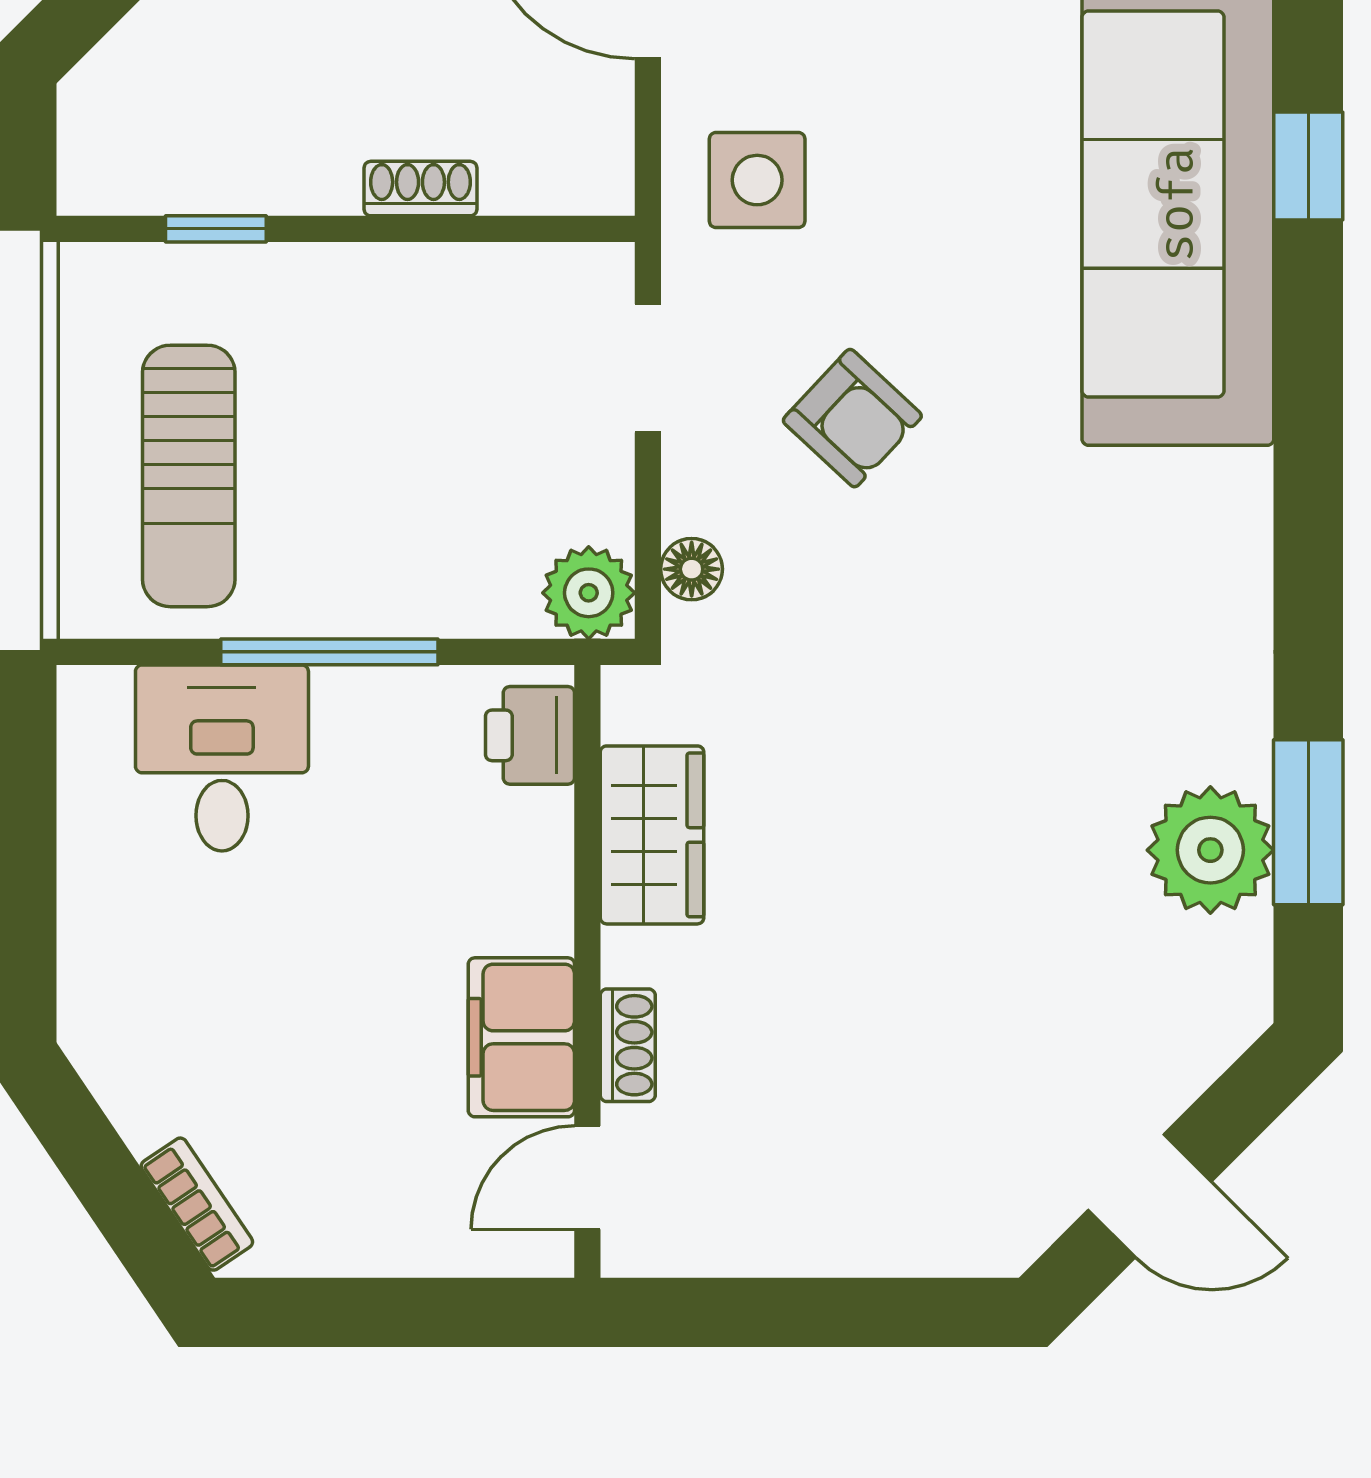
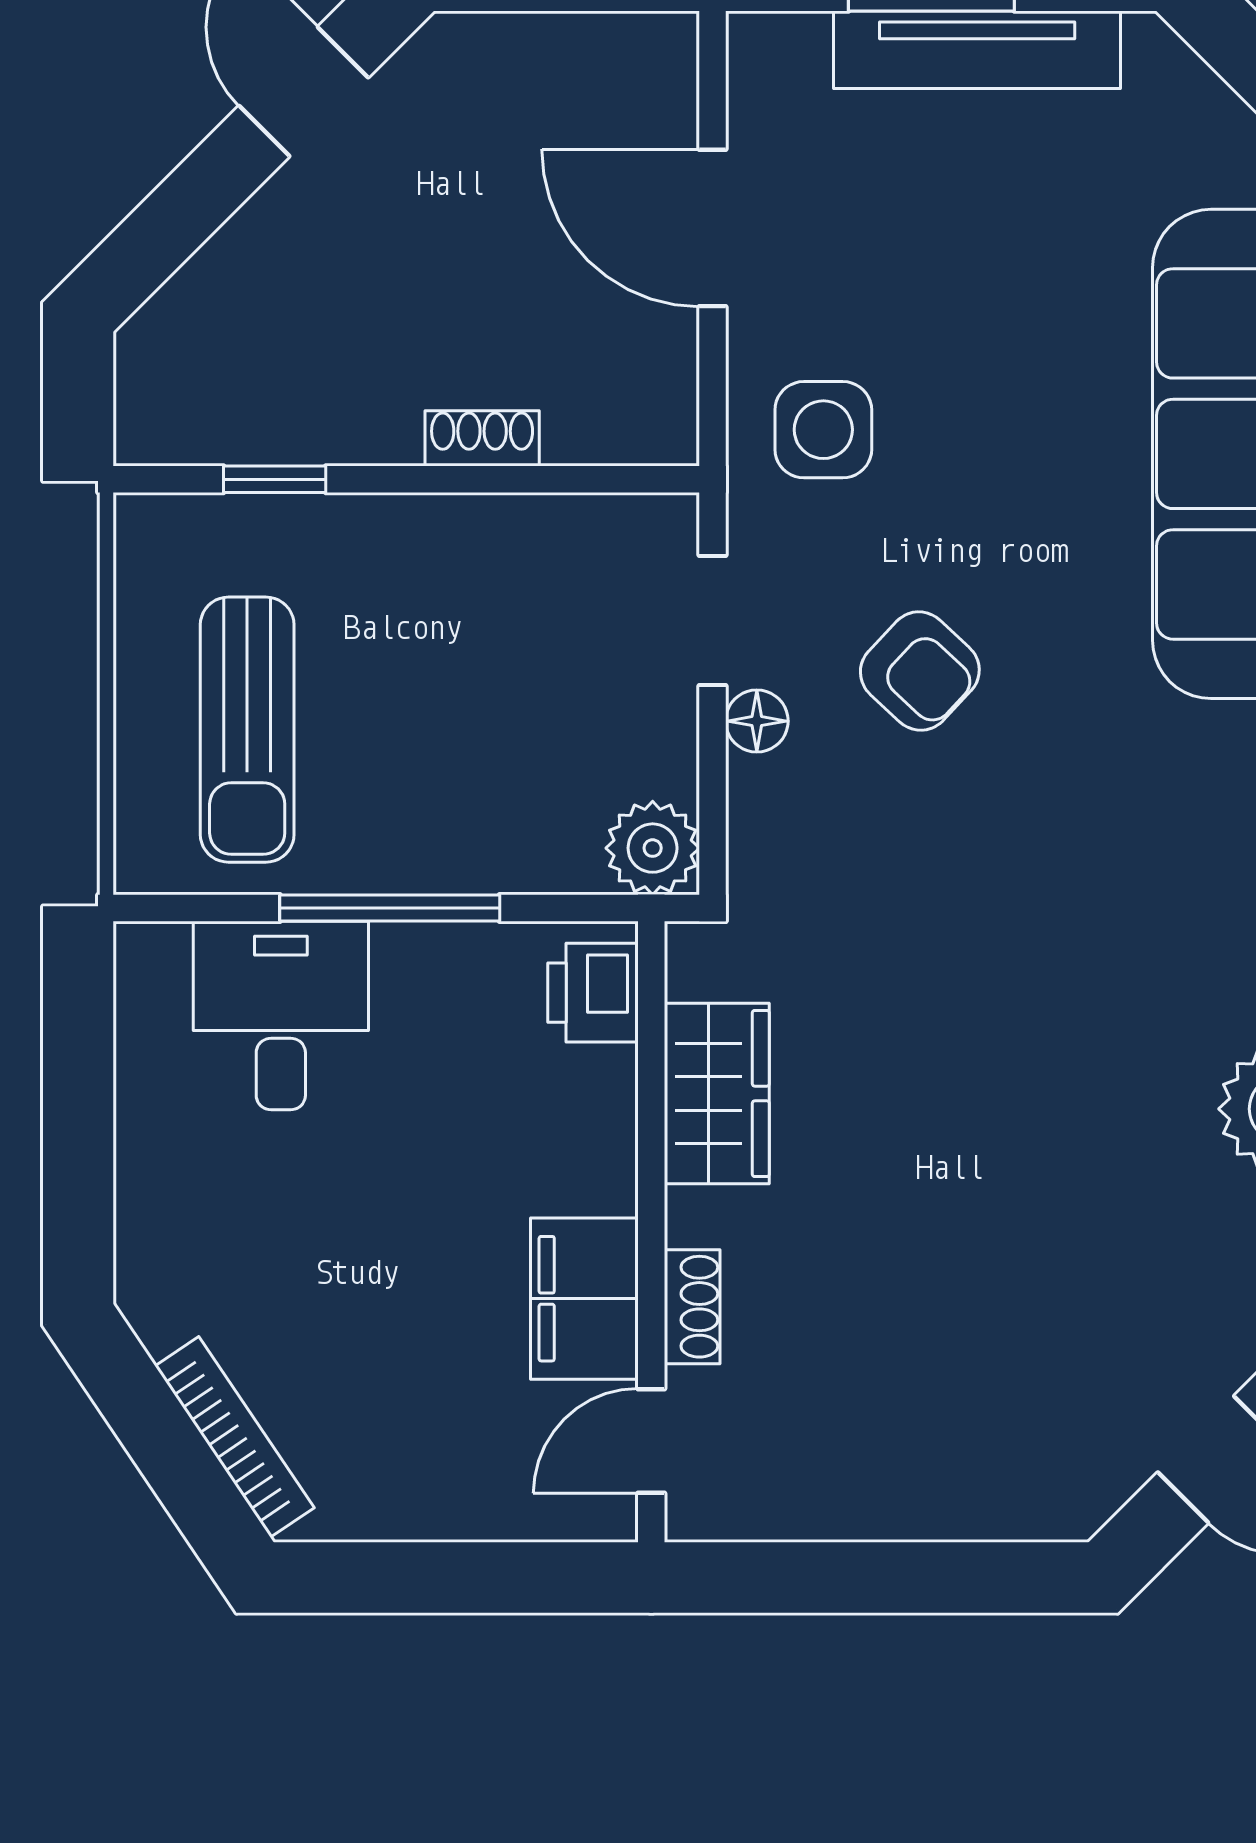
floor lamp: (692, 569) -> (757, 721), moved
bookcase: (197, 1204) -> (235, 1437), width x1.56

